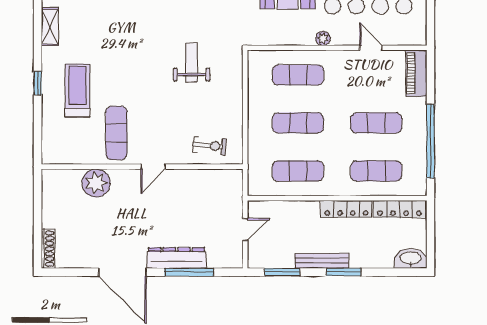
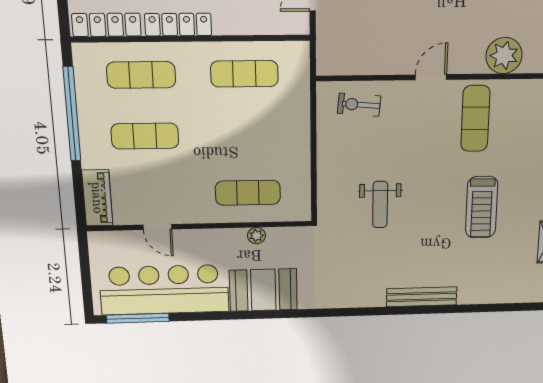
plant: (323, 38) -> (256, 236), moved
treadmill: (77, 91) -> (482, 207), moved
exercise mat: (298, 123) -> (246, 134), removed

